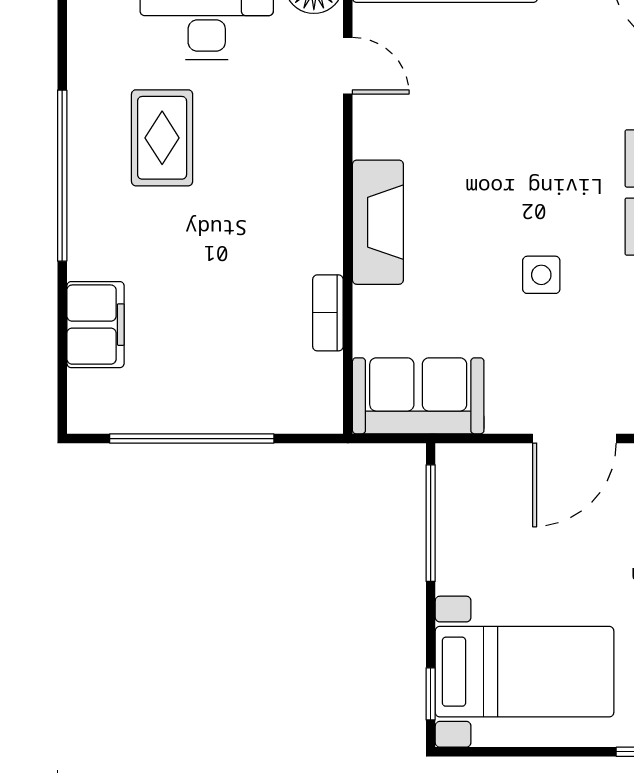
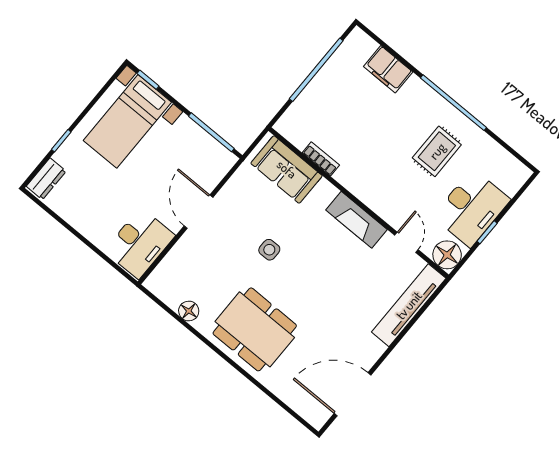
door: (348, 66) -> (406, 242), swing flipped
rug: (162, 138) -> (437, 151), turned 90
fireplace: (378, 222) -> (357, 220), moved
sofa: (418, 396) -> (287, 169), moved, turned 90

